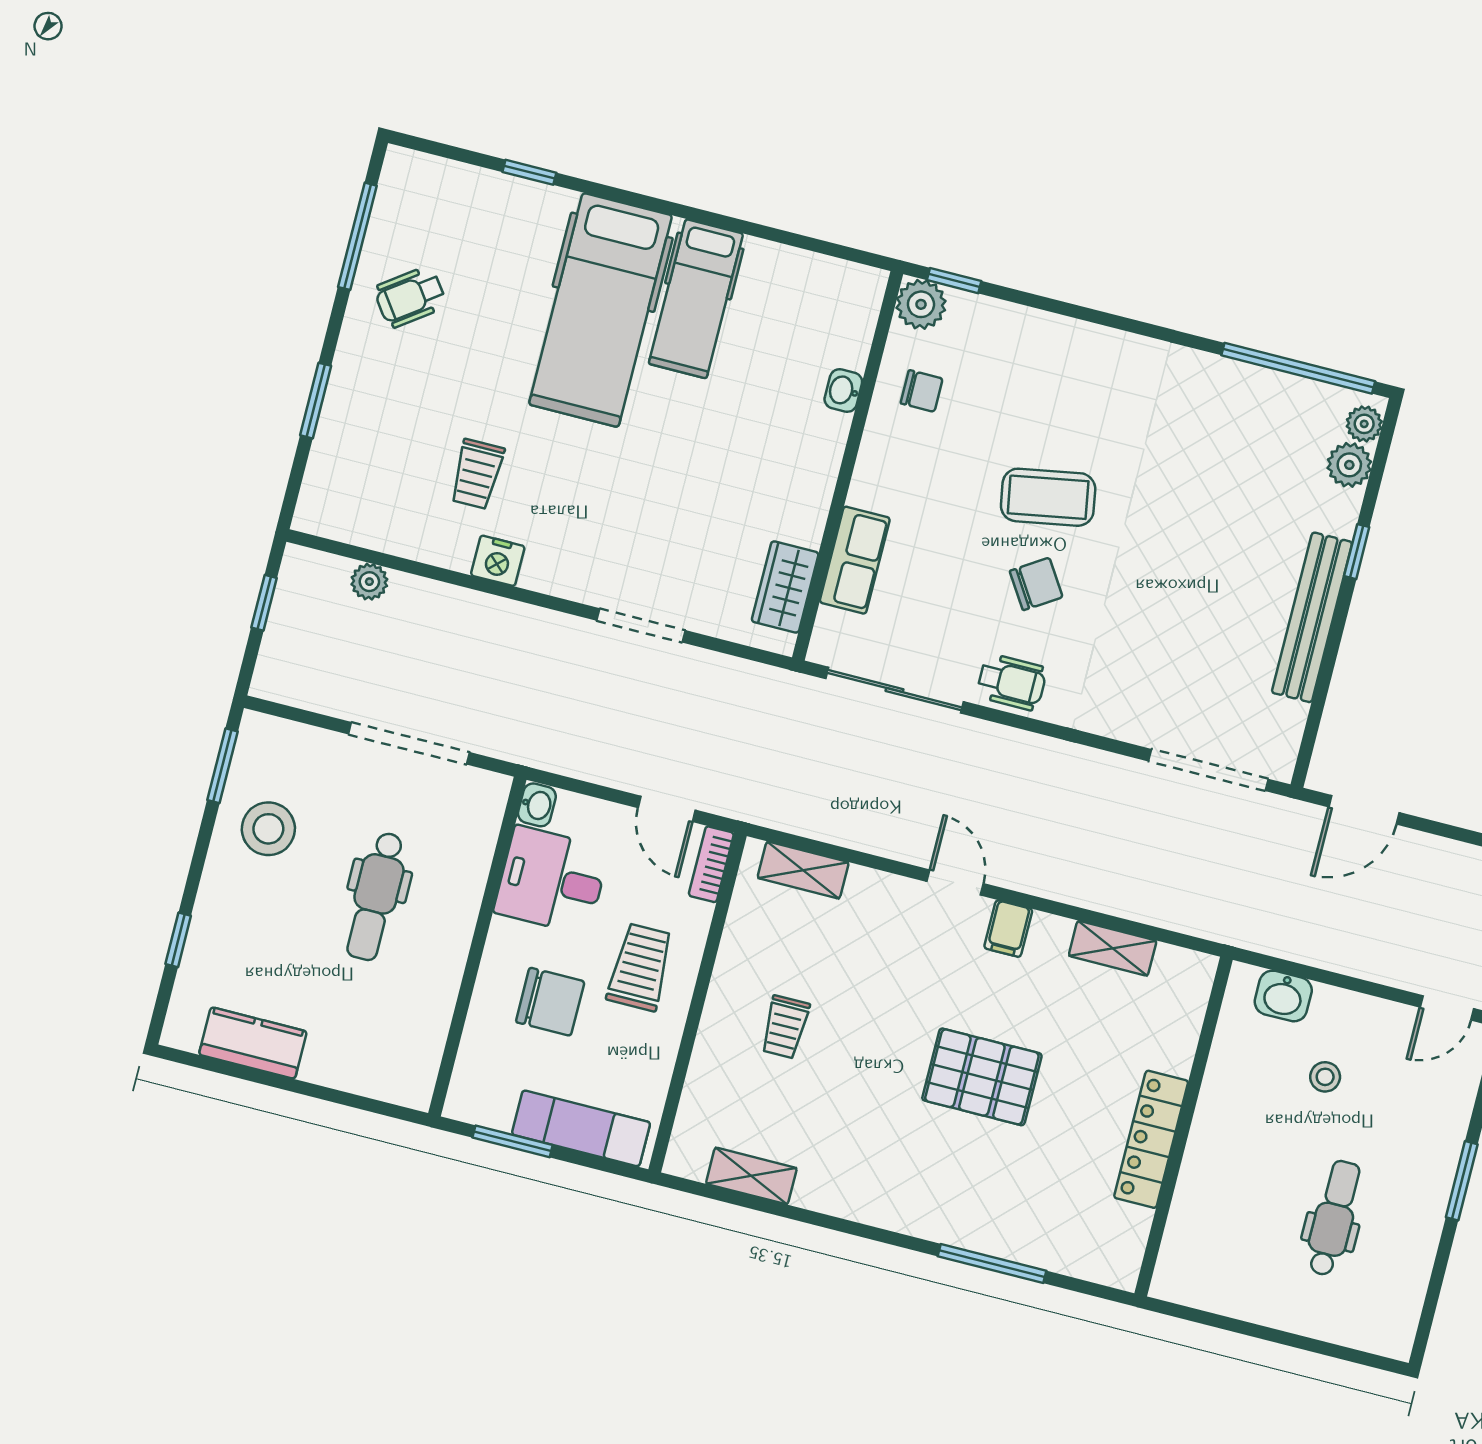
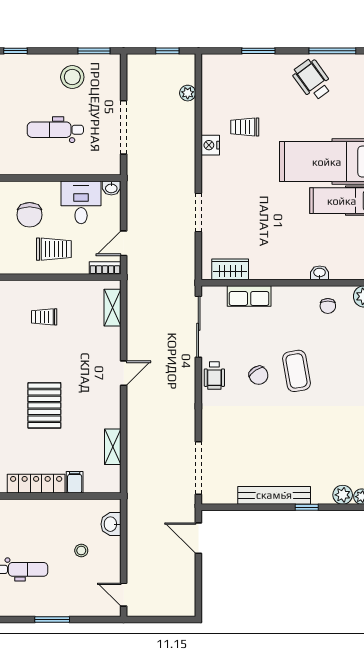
wheelchair: (410, 297) -> (312, 80), width x1.36, depth x1.37
filing cabinet: (1008, 929) -> (75, 482), moved, turned 90

